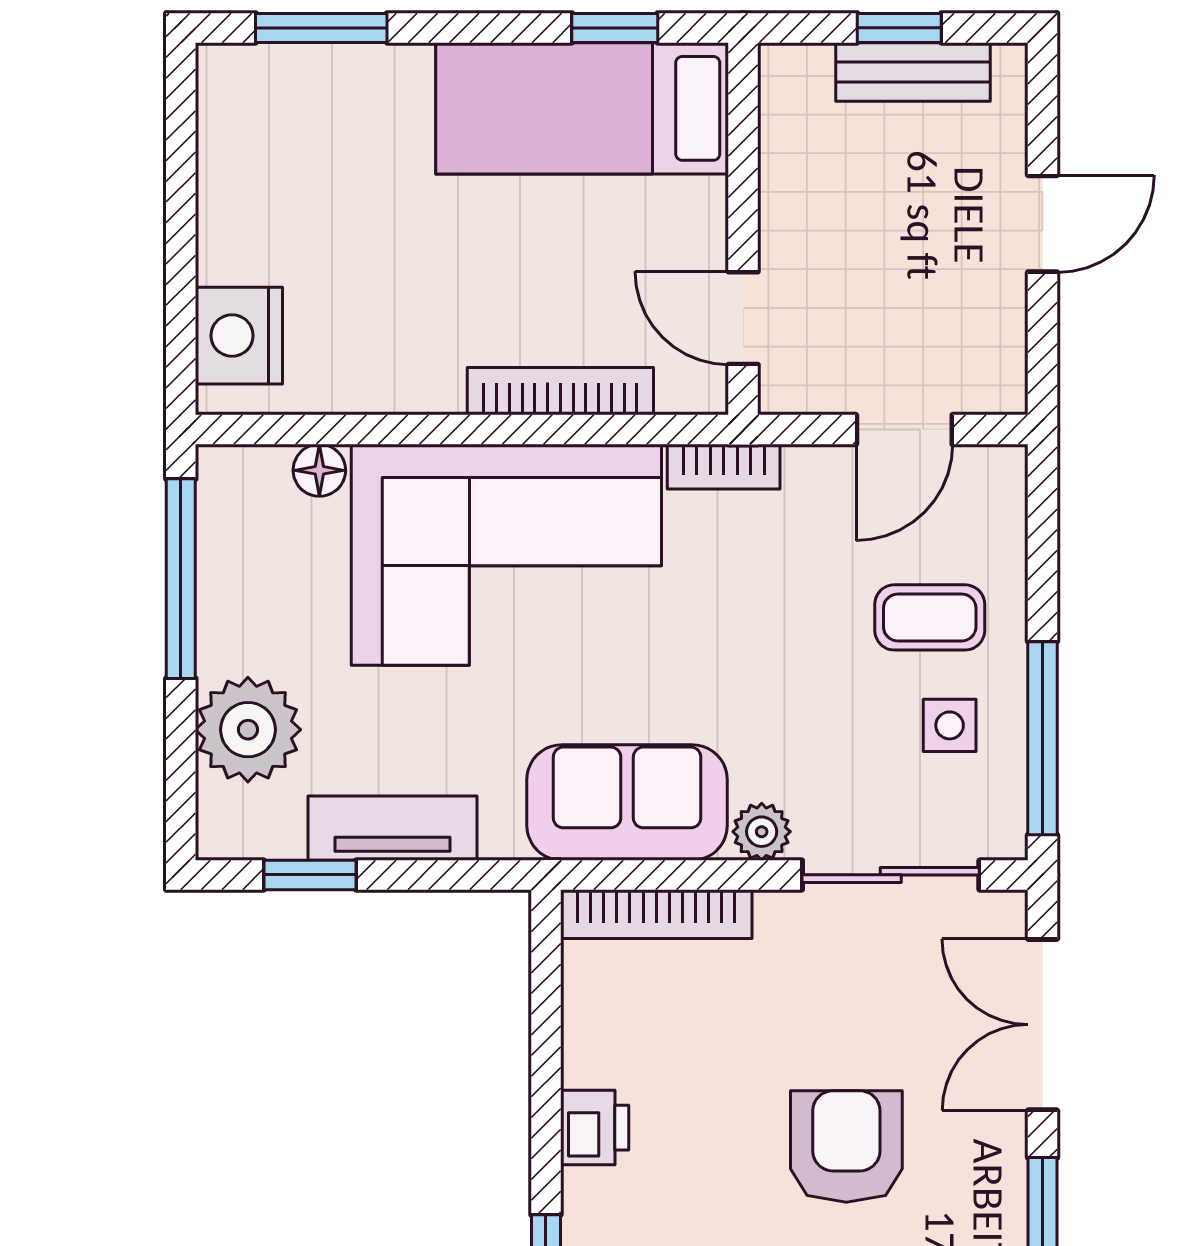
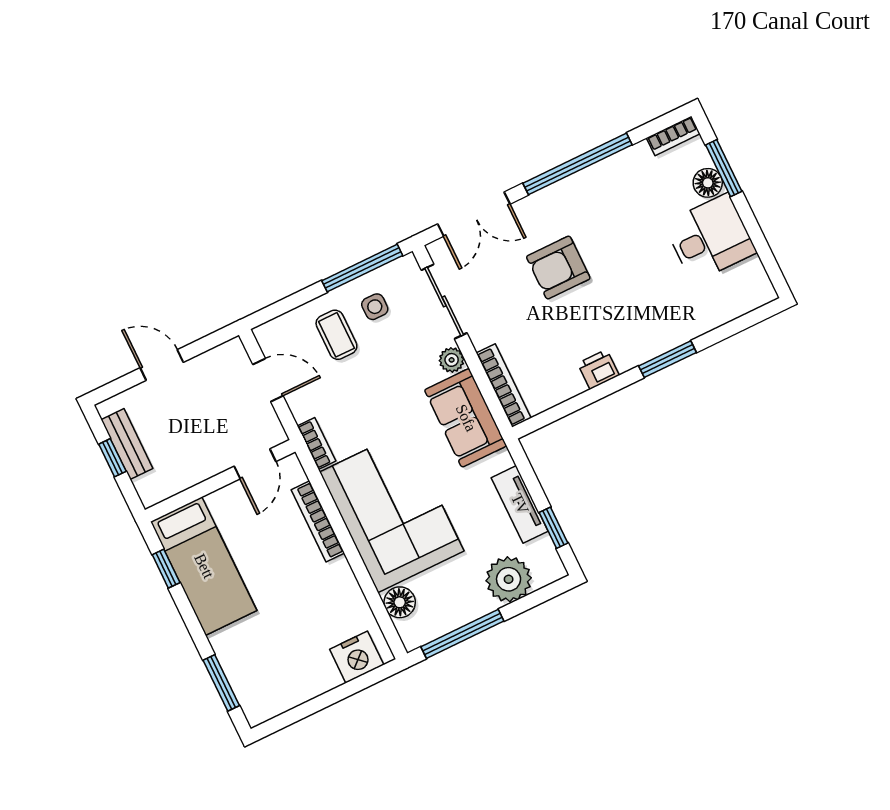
floor lamp: (319, 470) -> (400, 602), width x1.37, depth x1.37

